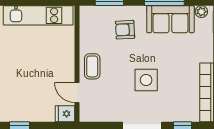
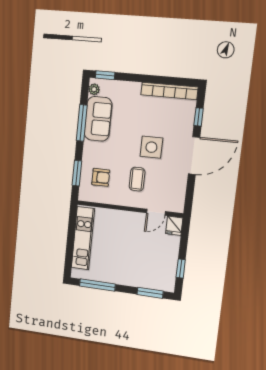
armchair: (125, 30) -> (101, 177), moved, turned -87
coffee table: (92, 66) -> (137, 179), moved, turned 90

